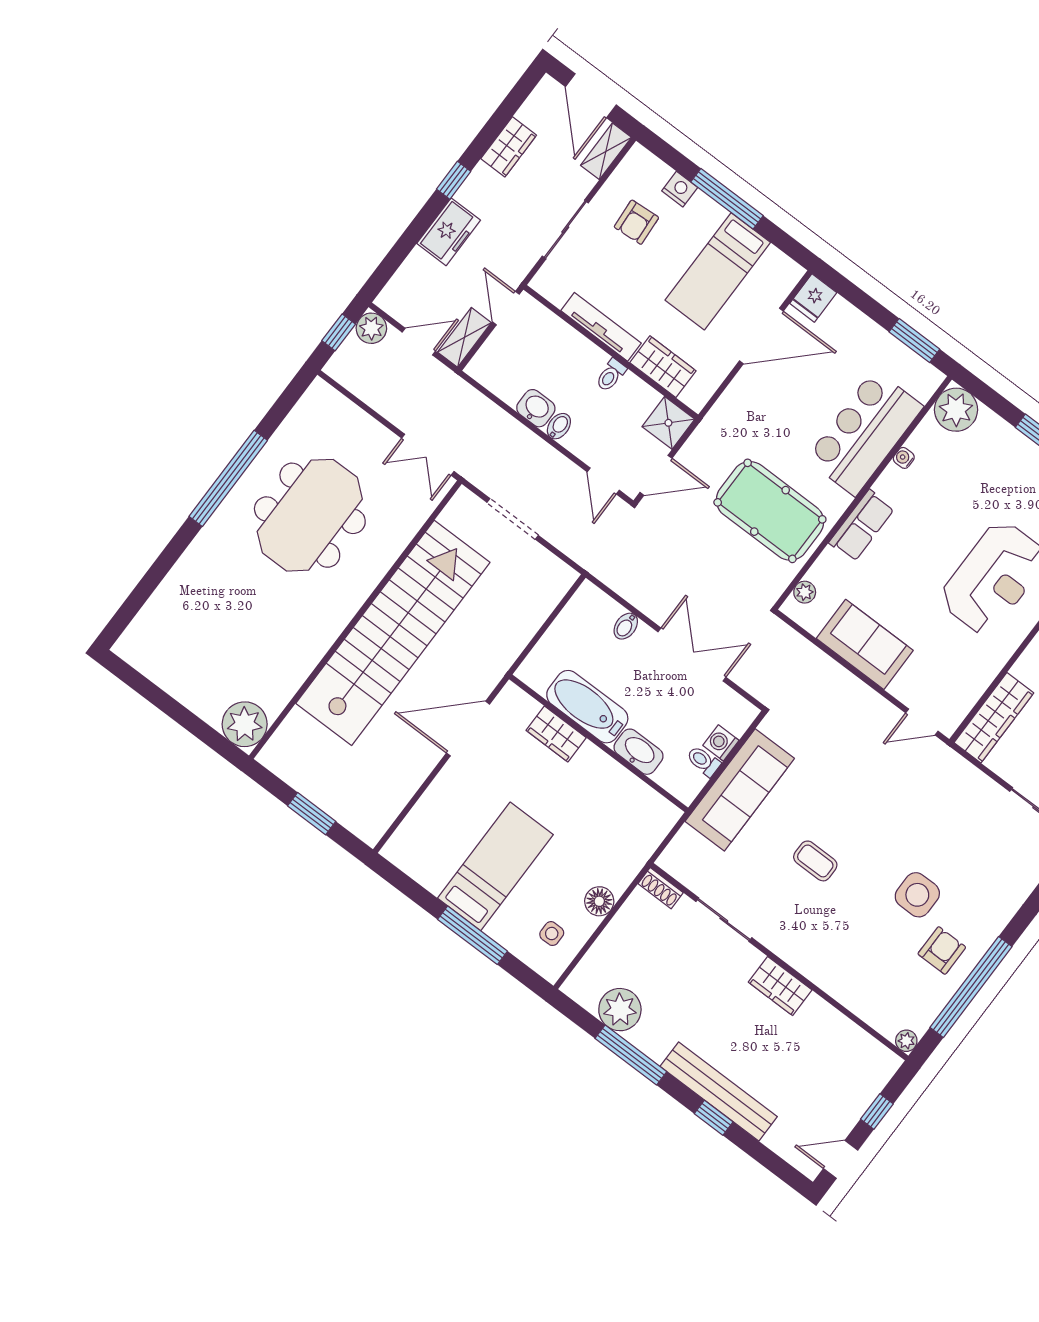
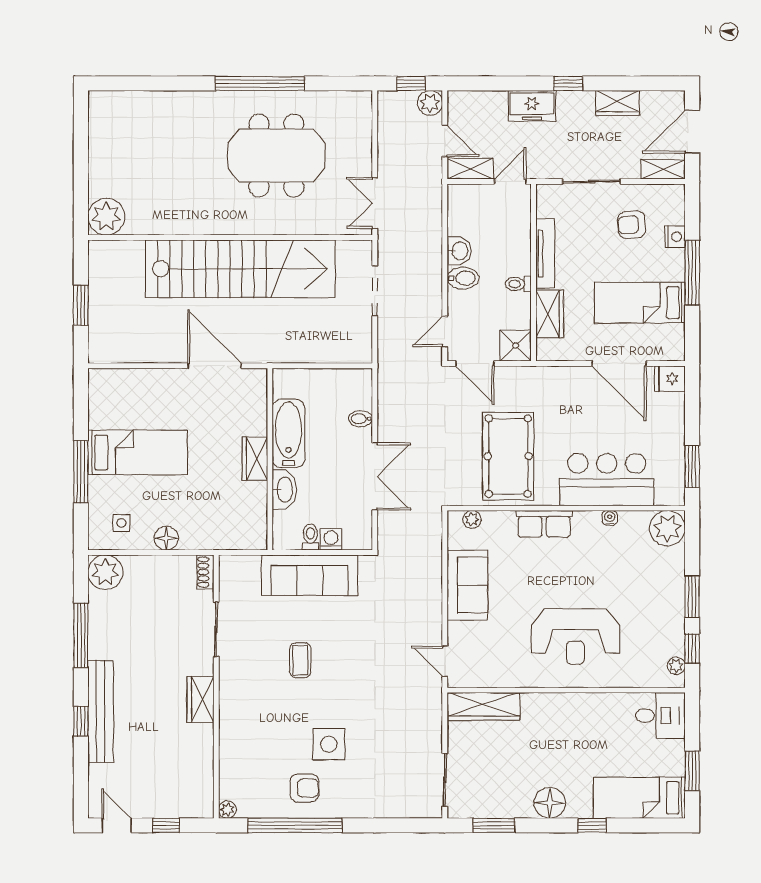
bidet: (559, 426) -> (463, 278), width x1.38, depth x1.36
wardrobe: (556, 734) -> (255, 459), moved
plant: (620, 1010) -> (105, 572), moved

